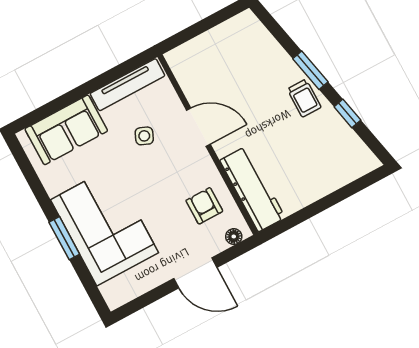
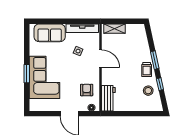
shelving: (194, 50) -> (114, 29), added
stool: (331, 140) -> (148, 91), added
workbench: (252, 189) -> (108, 98), width x0.73

